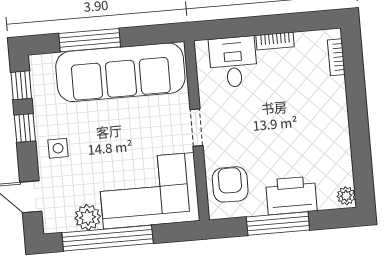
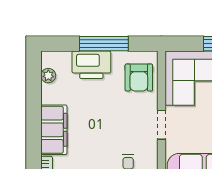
filing cabinet: (332, 109) -> (54, 130), added
plant: (346, 196) -> (48, 76), moved

